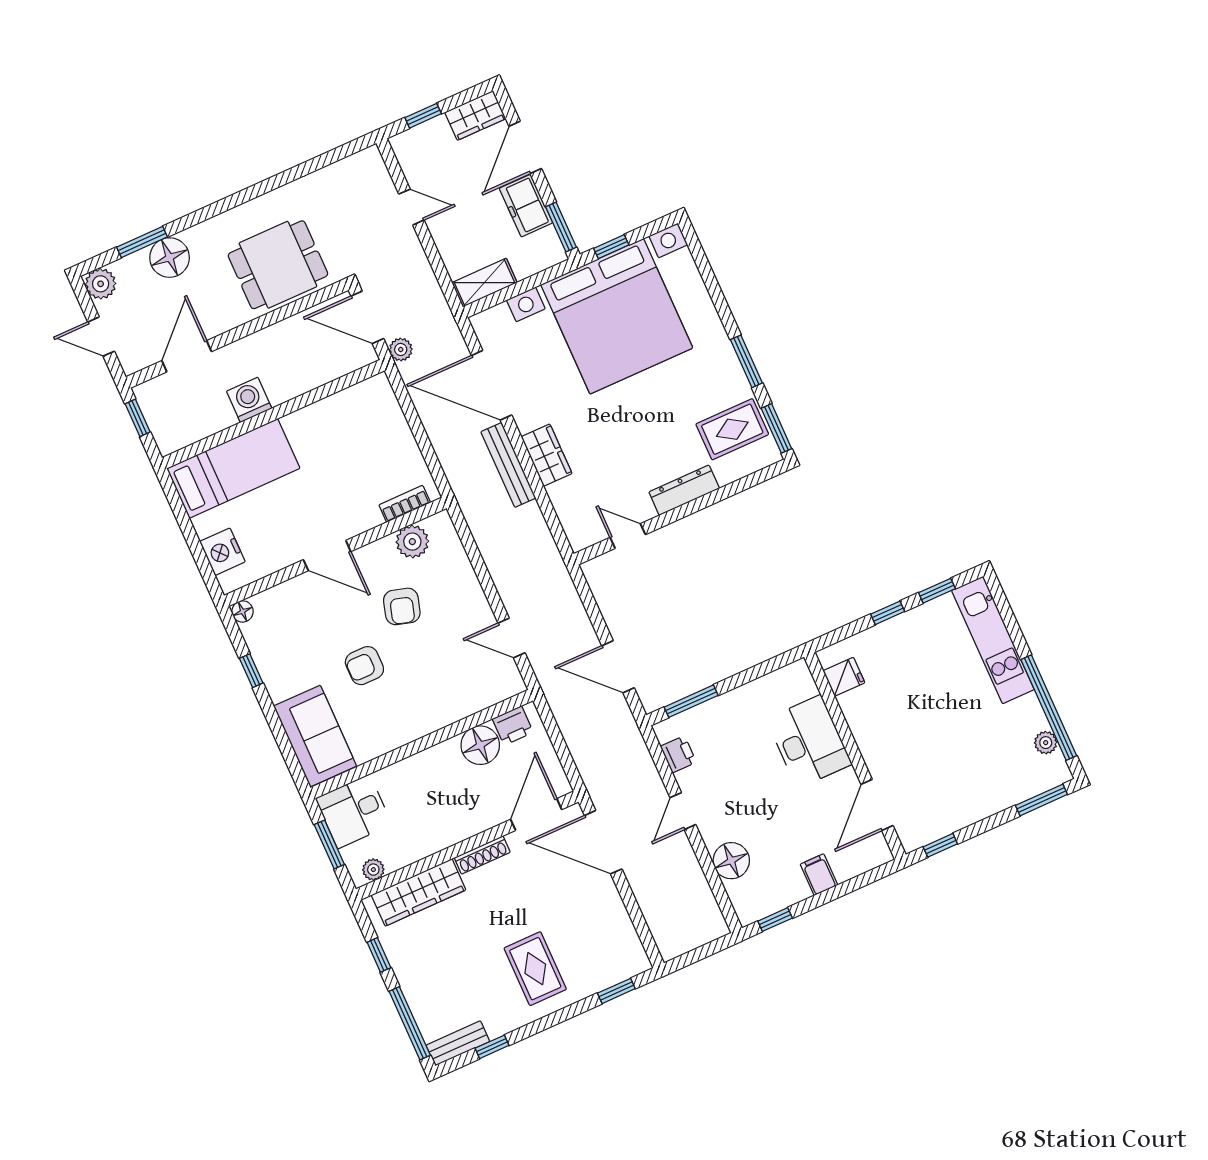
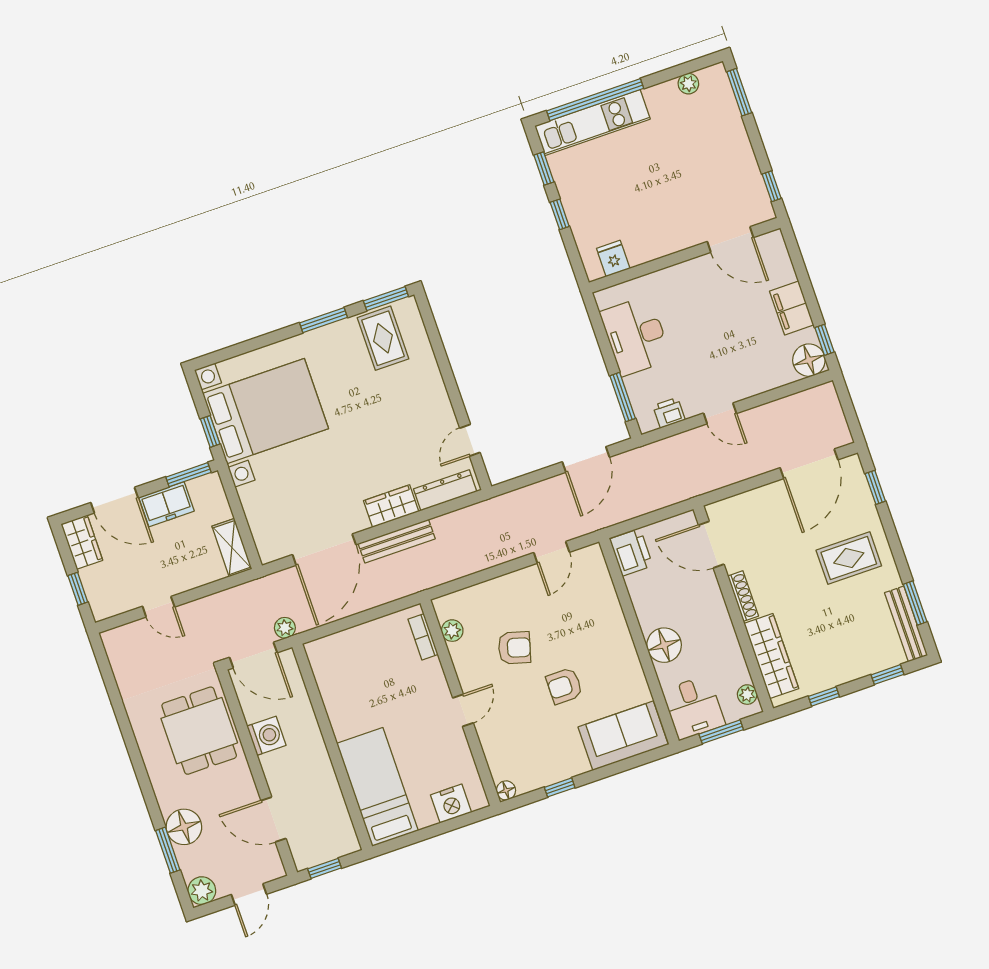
door: (411, 207) -> (159, 607), swing flipped
bed with nightstands: (617, 316) -> (265, 411), width x0.73
door: (367, 317) -> (253, 655), hinge flipped
washing machine: (249, 400) -> (266, 736), moved, turned 180
dresser: (684, 490) -> (445, 490), moved, turned 90
plant: (412, 542) -> (452, 631), width x0.73, depth x0.73
door: (327, 556) -> (463, 710), width x0.73
armchair: (364, 666) -> (564, 686), turned 90
window: (1049, 708) -> (595, 100), moved
printer: (513, 726) -> (631, 552), width x1.36, depth x1.24
desk: (809, 742) -> (636, 336), moved, turned -90
floor lamp: (480, 745) -> (664, 645), moved
door: (603, 842) -> (809, 464), moved
floor lamp: (731, 861) -> (809, 360), moved
filing cabinet: (819, 875) -> (792, 308), width x2.00
window: (410, 1023) -> (887, 675), width x0.46
bench: (458, 1043) -> (906, 624), width x1.36
window: (492, 1047) -> (915, 603), width x1.50

